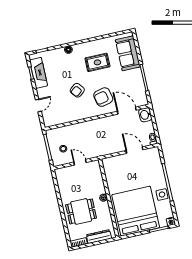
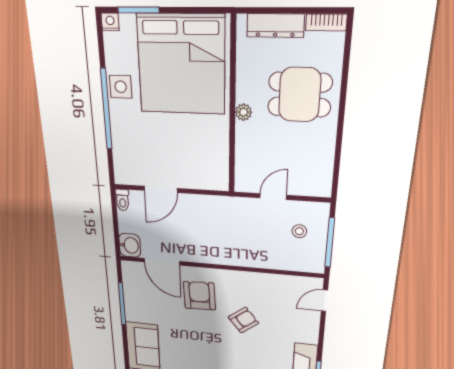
rug: (97, 62) -> (197, 350), removed
armchair: (103, 97) -> (200, 296), turned -80
door: (38, 105) -> (324, 301), moved
door: (134, 150) -> (161, 189), hinge flipped
door: (80, 162) -> (273, 197), swing flipped

